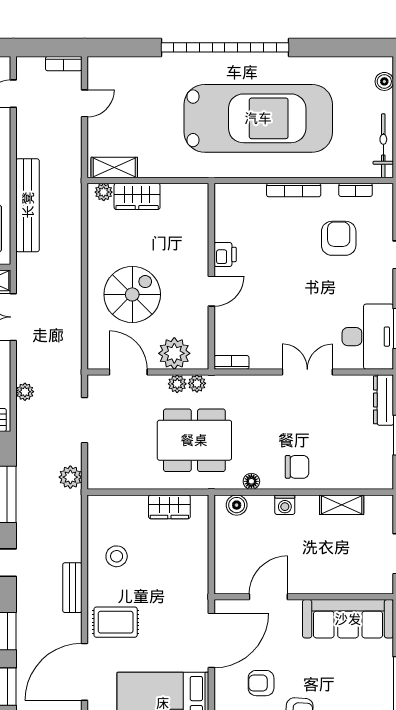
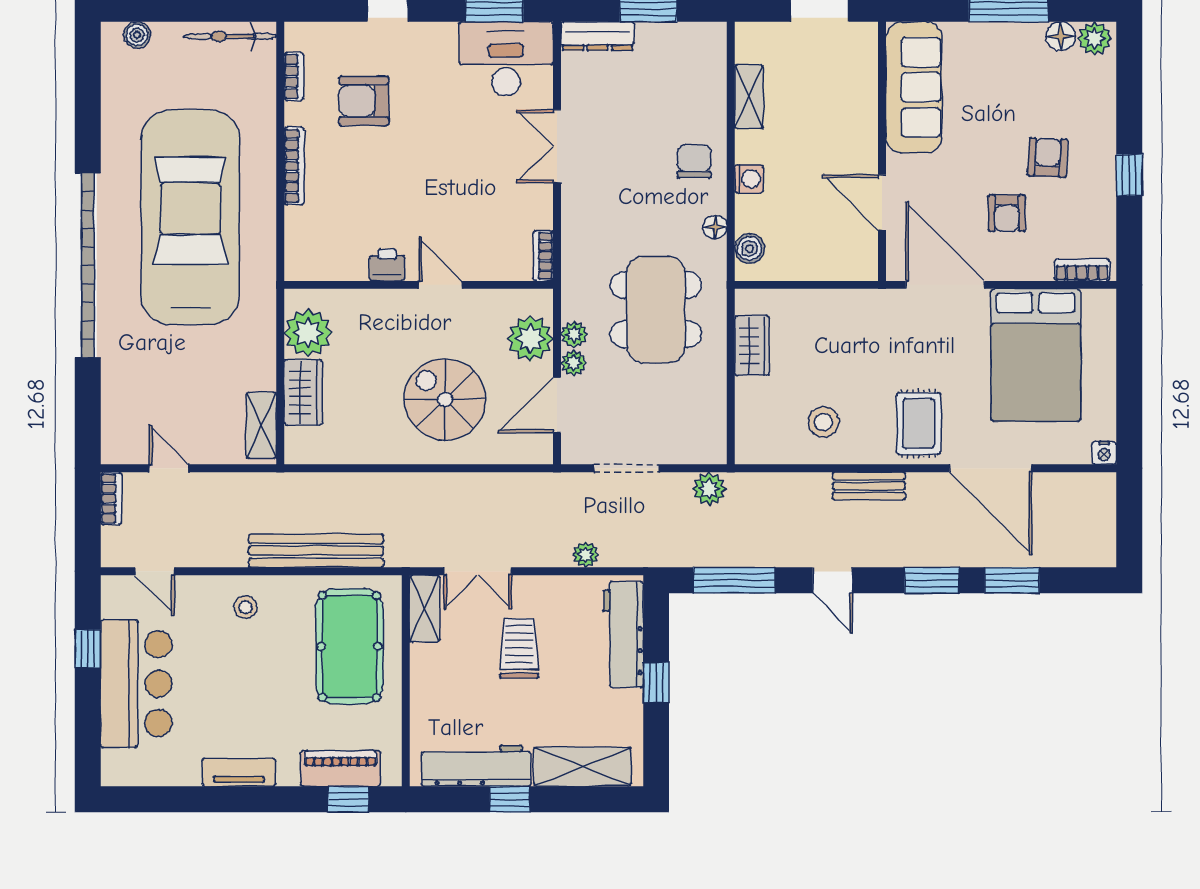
plant: (104, 192) -> (308, 333), moved, width x1.88, depth x1.88
plant: (197, 383) -> (574, 363), moved

